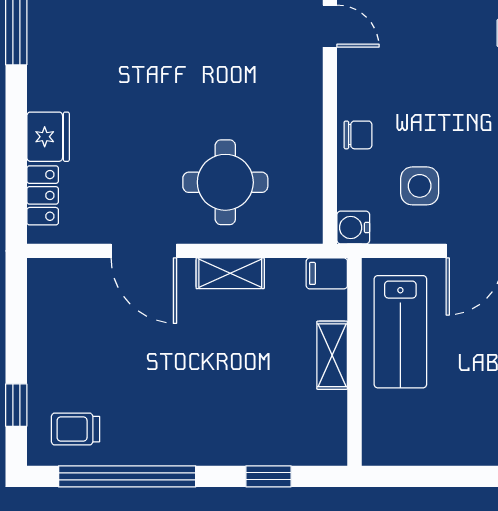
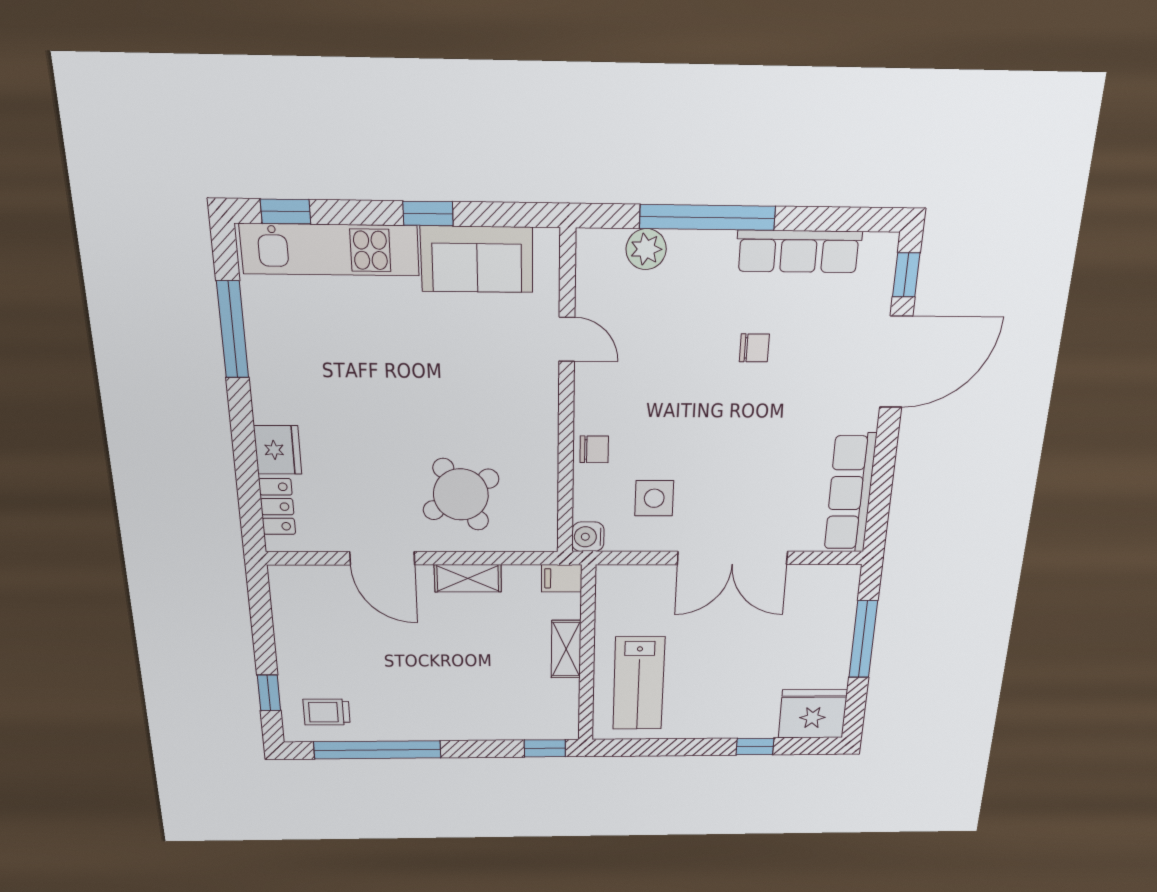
round table: (225, 182) -> (461, 494), turned -31
lab bench: (400, 332) -> (639, 683), moved
window: (269, 476) -> (545, 748), moved

